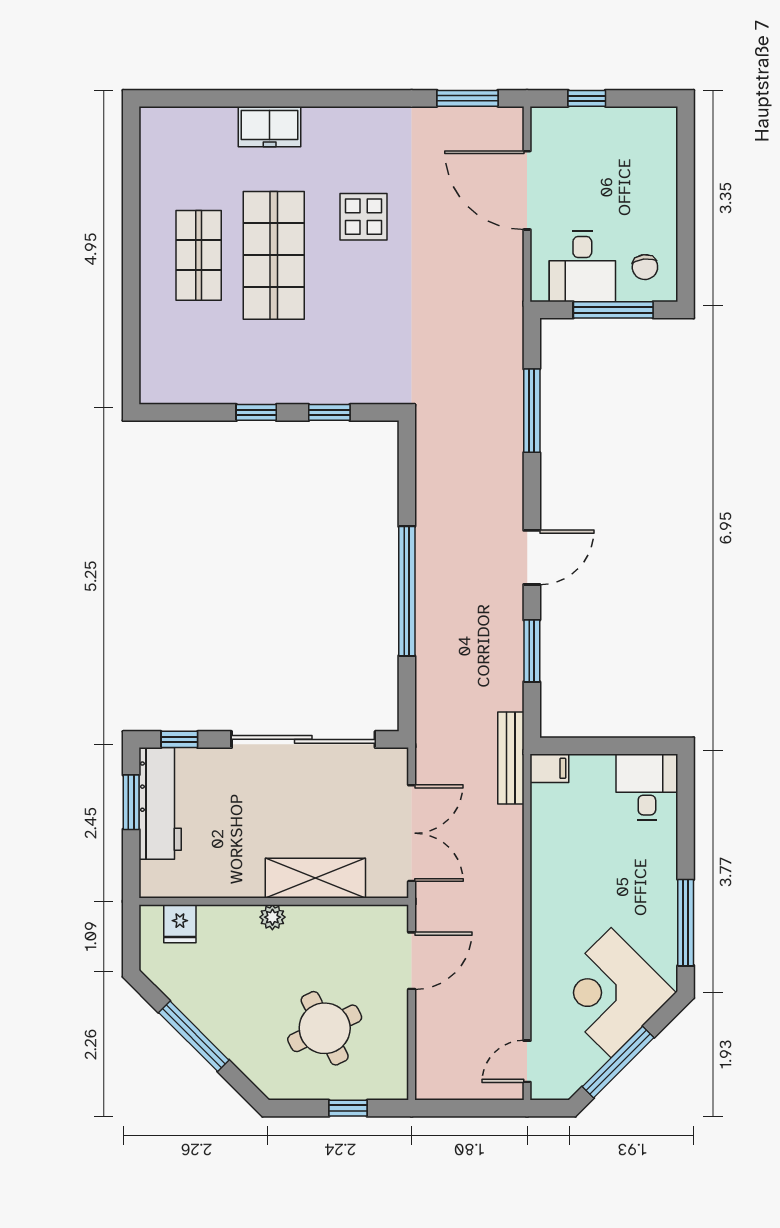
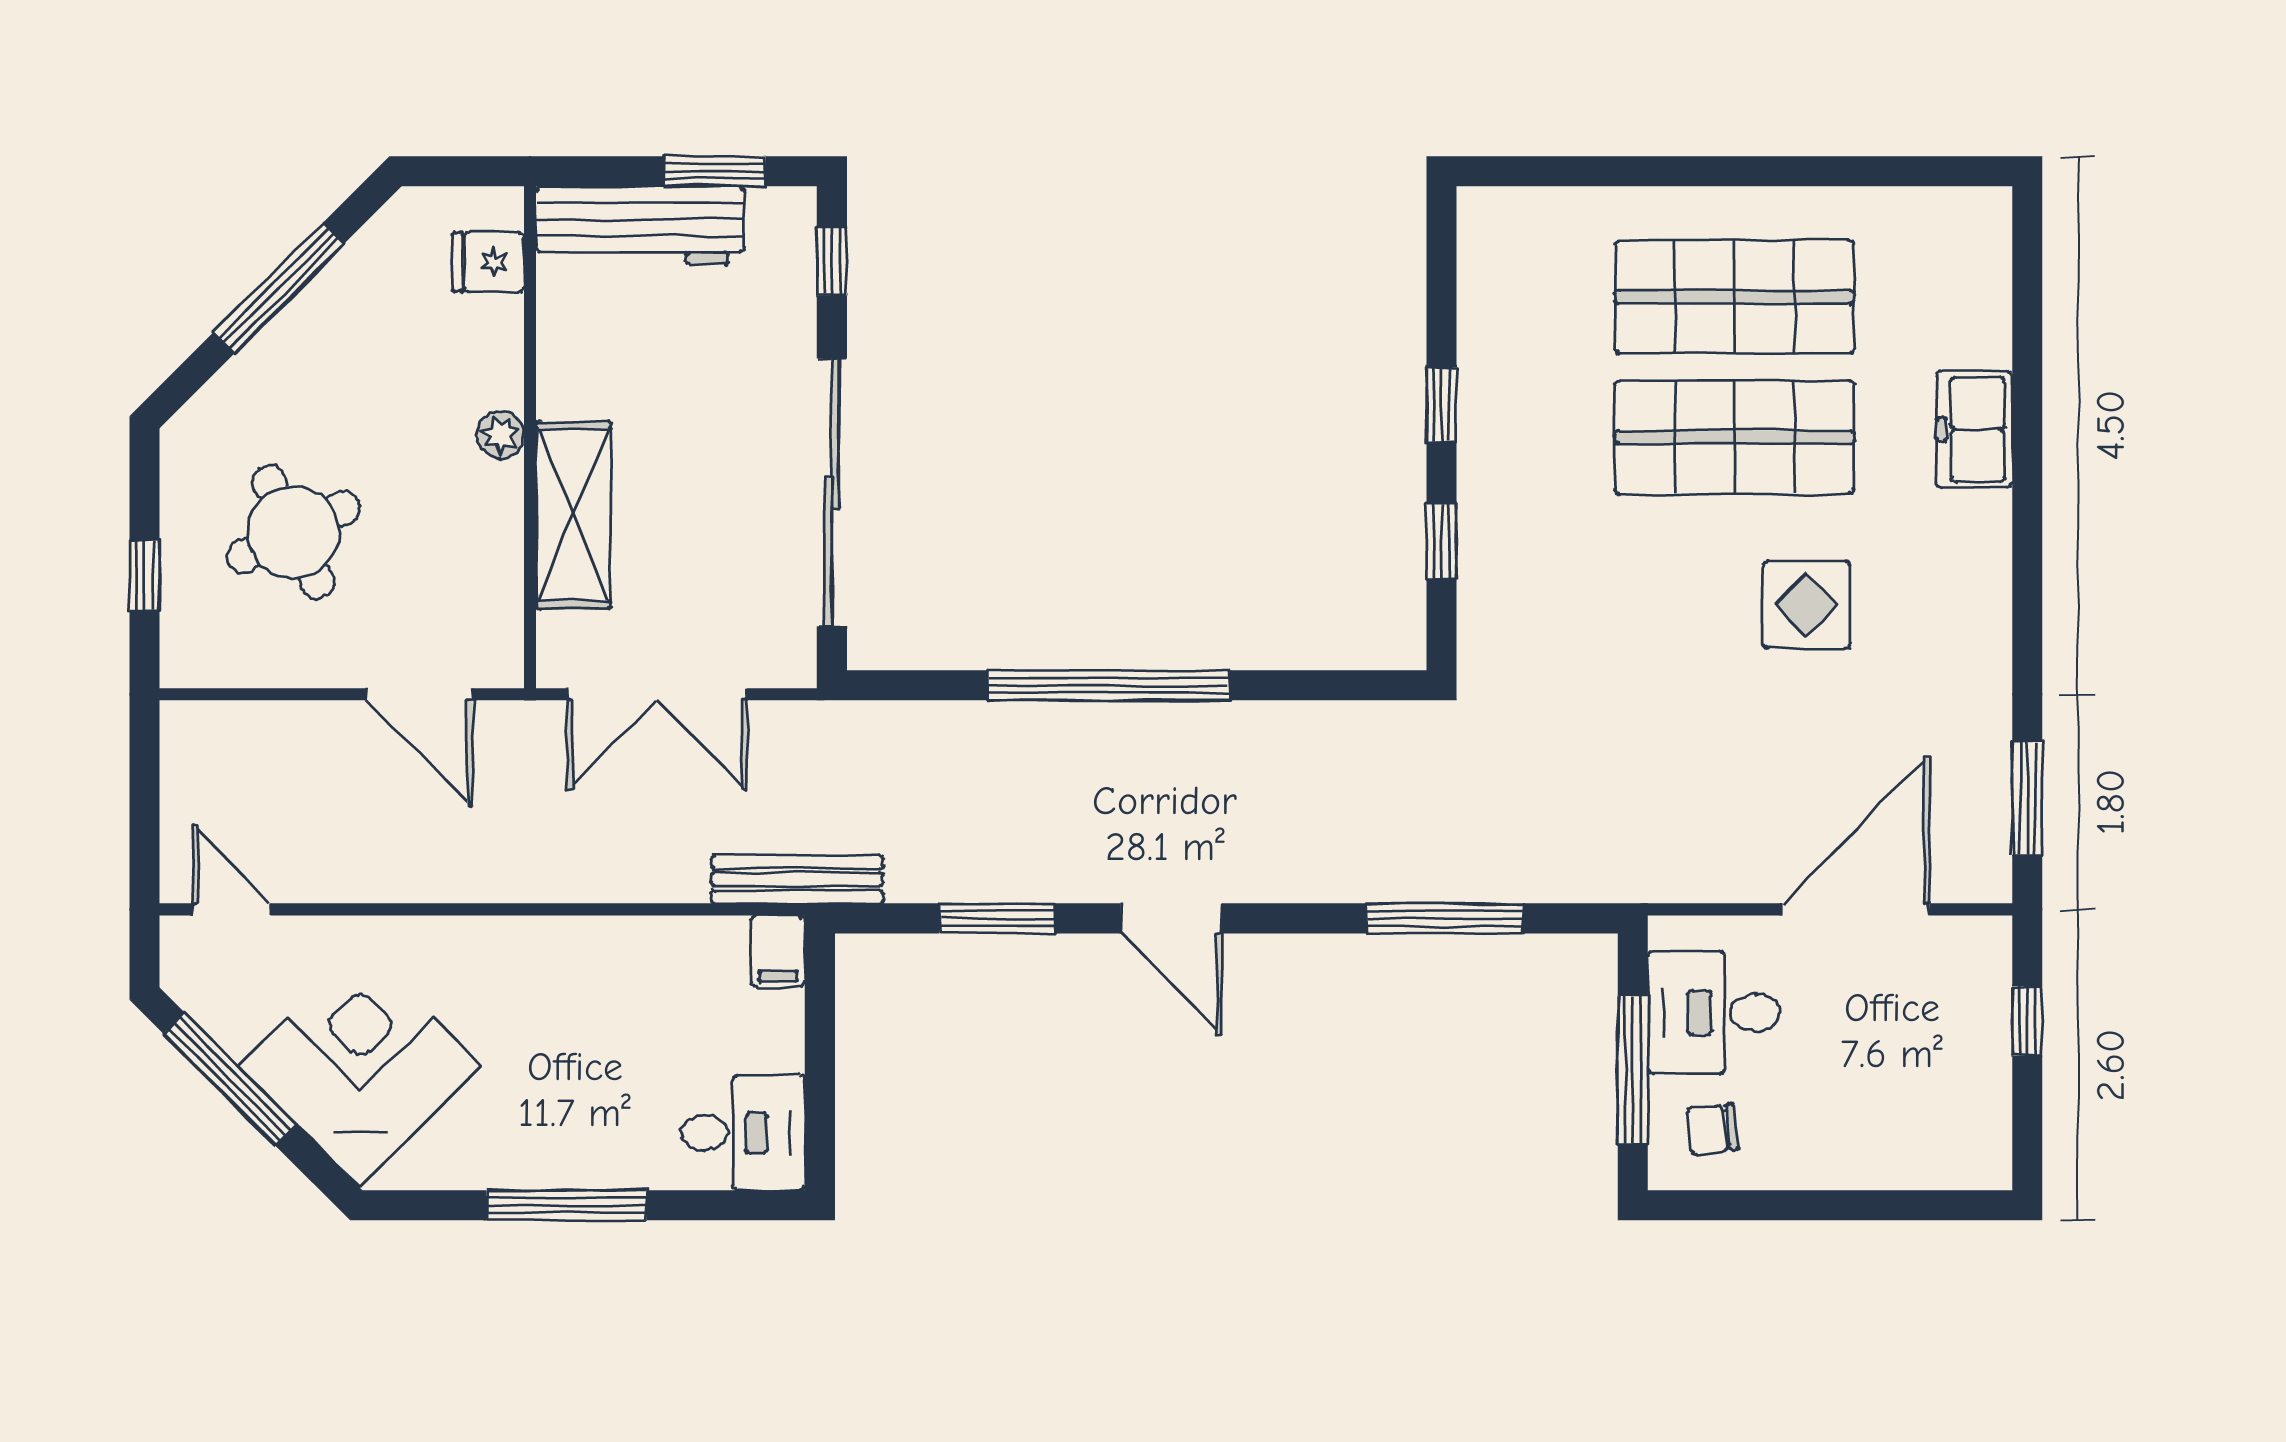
shop shelf: (199, 255) -> (1734, 297), width x1.43, depth x1.36
workbench: (160, 803) -> (640, 225), moved
window: (686, 923) -> (566, 1205), moved

